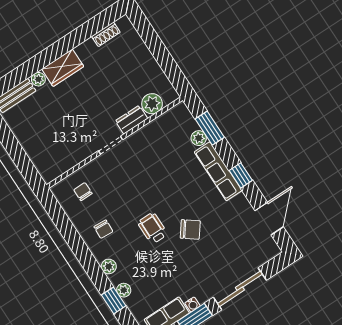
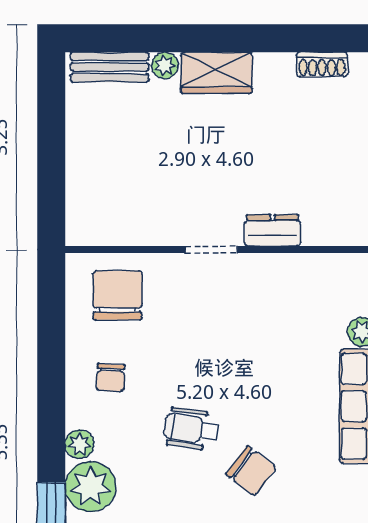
plant: (152, 104) -> (323, 226), removed
chair: (83, 192) -> (117, 295), width x1.87, depth x1.87
wheelchair: (153, 228) -> (191, 429), turned -82
plant: (124, 290) -> (90, 487), width x1.88, depth x1.88

